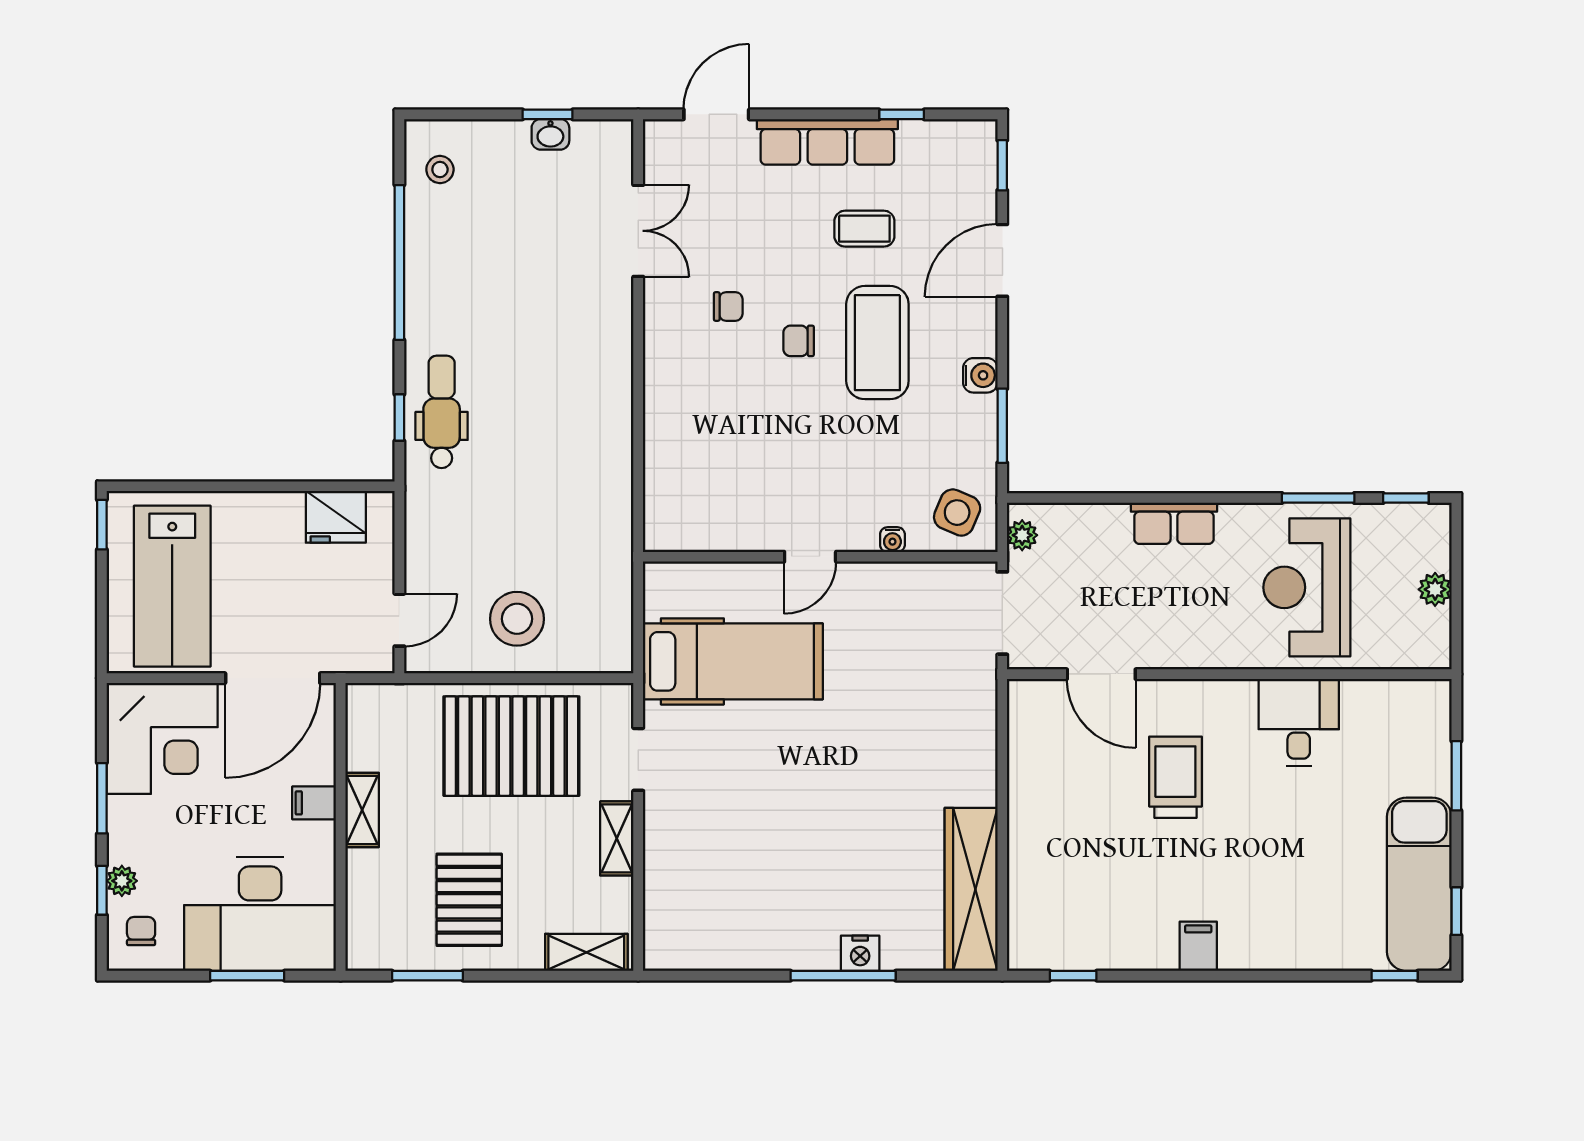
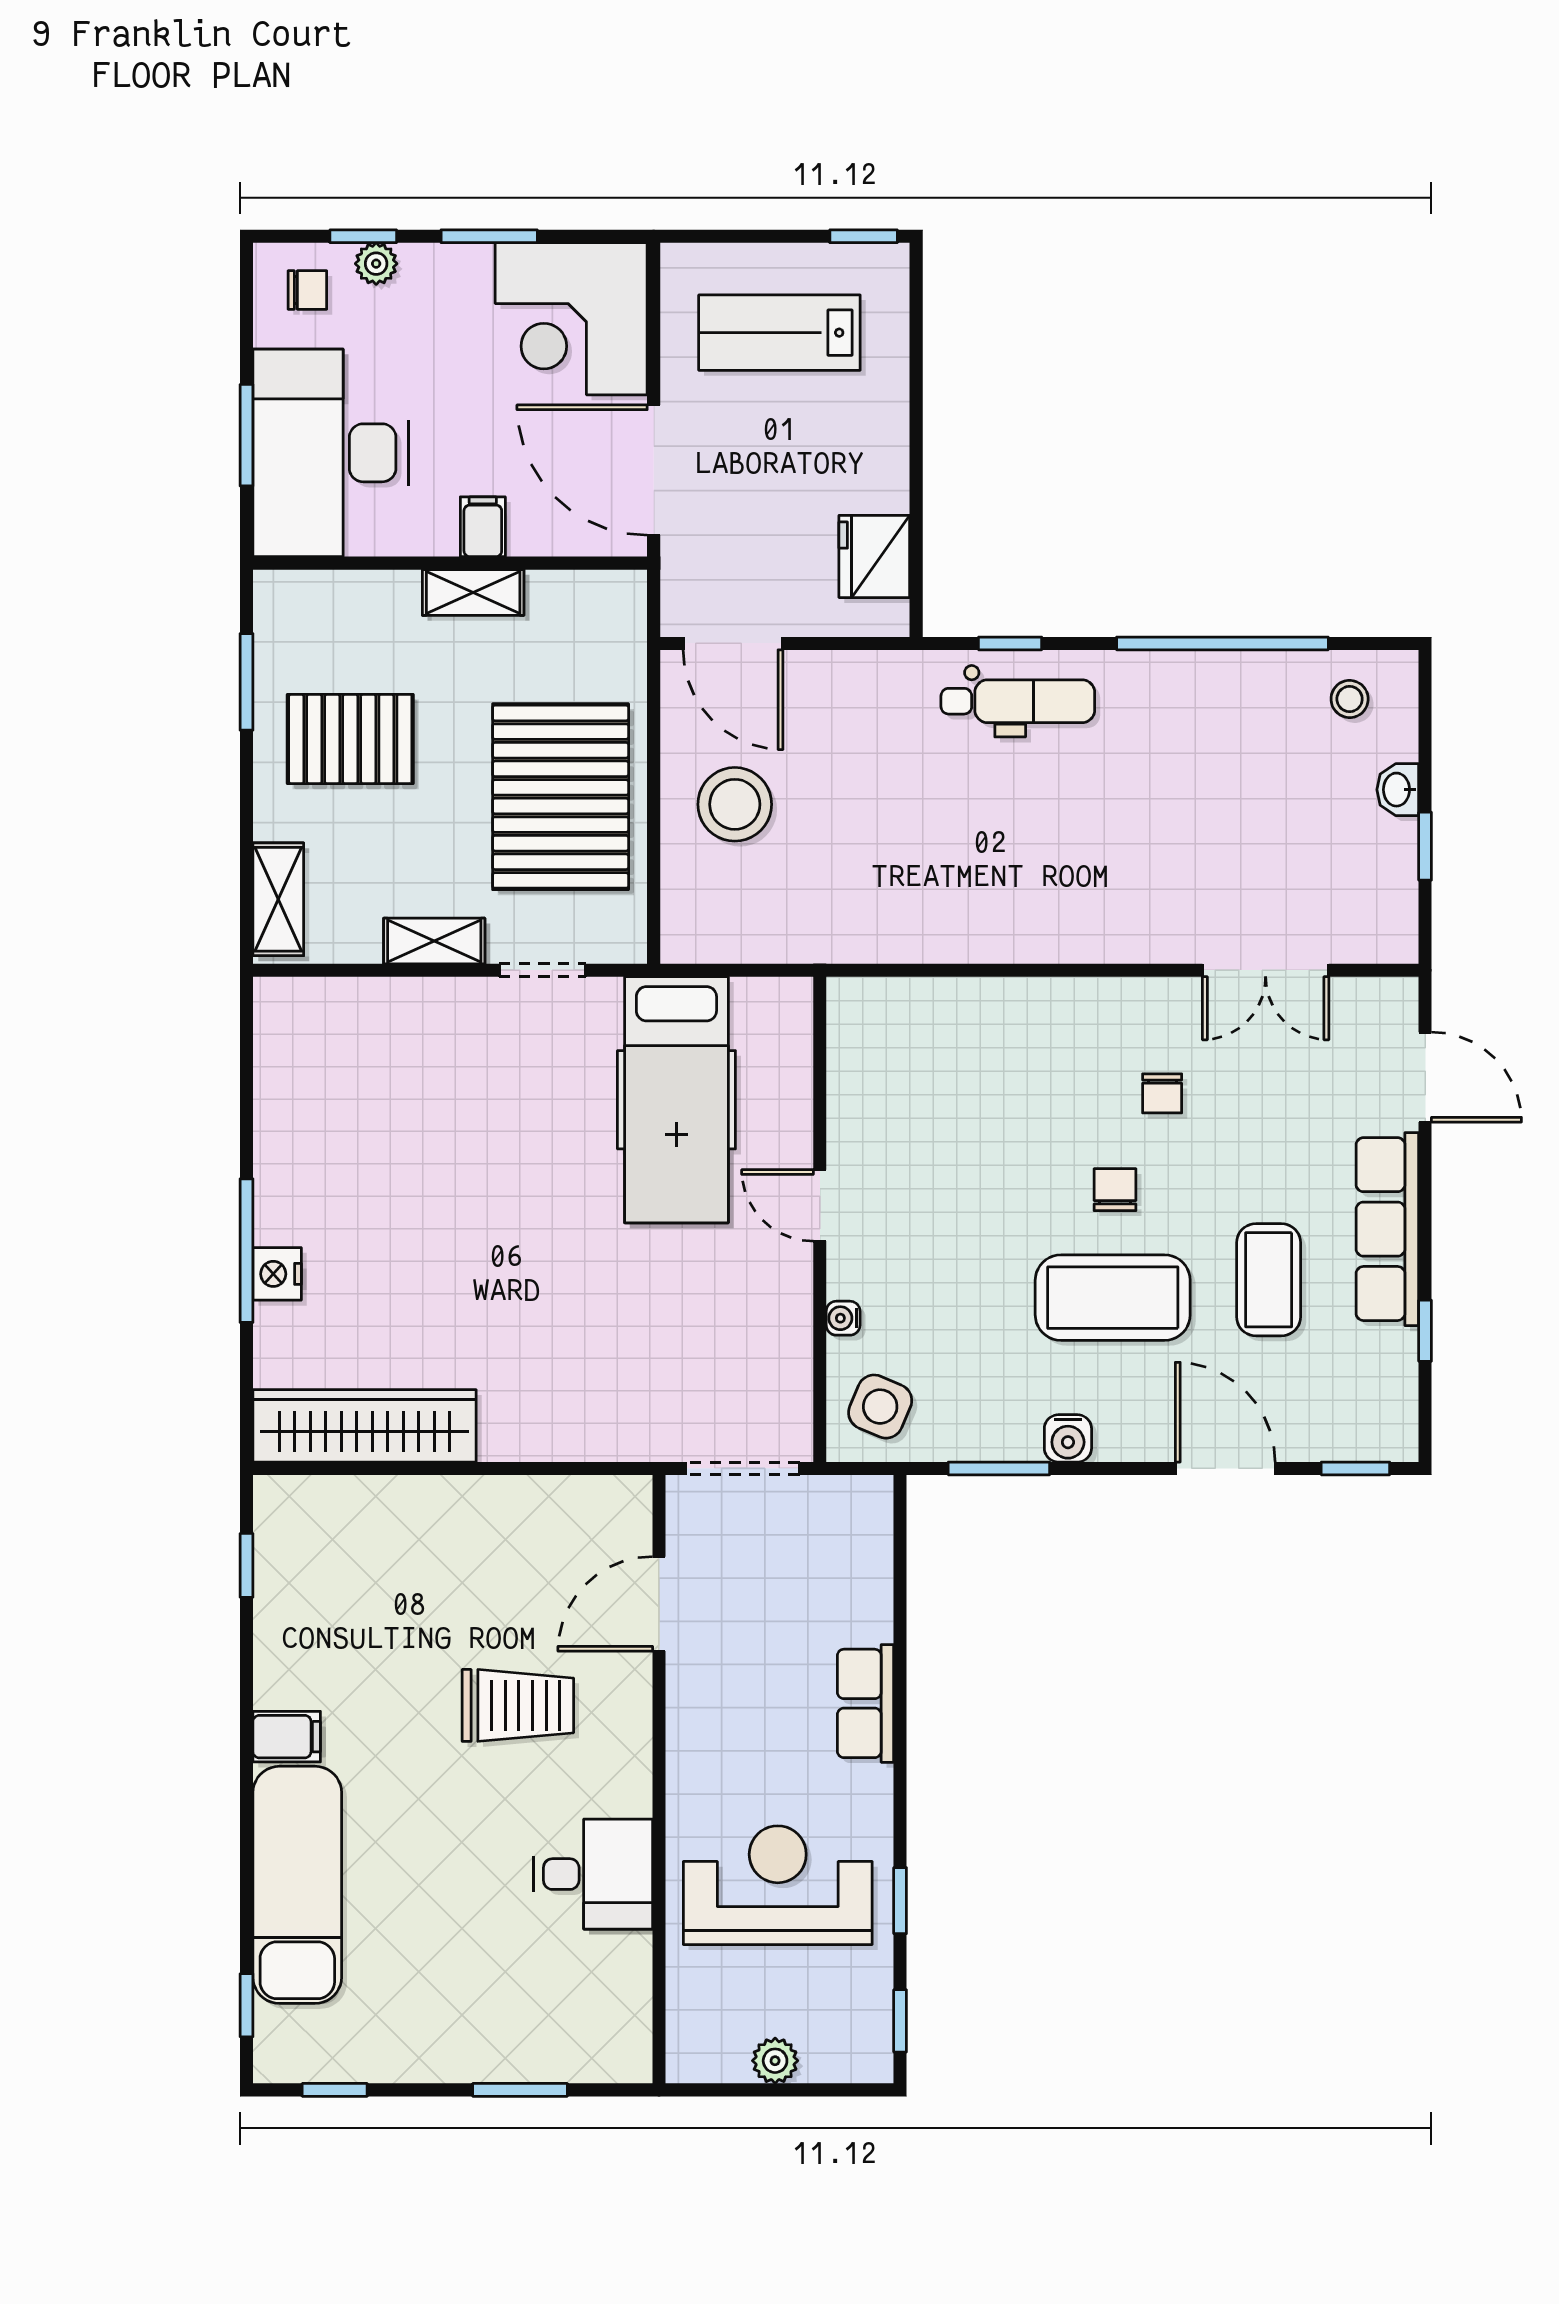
washbasin: (550, 134) -> (1398, 790), moved
coffee table: (864, 229) -> (1269, 1280), width x1.36, depth x1.30
window: (1318, 498) -> (900, 1901), width x0.67
plant: (1022, 535) -> (849, 1496), removed
lab bench: (172, 586) -> (779, 333), width x0.73, depth x0.72
door: (399, 620) -> (733, 643), width x1.38
exam couch: (1419, 884) -> (297, 1885), moved, turned 90

